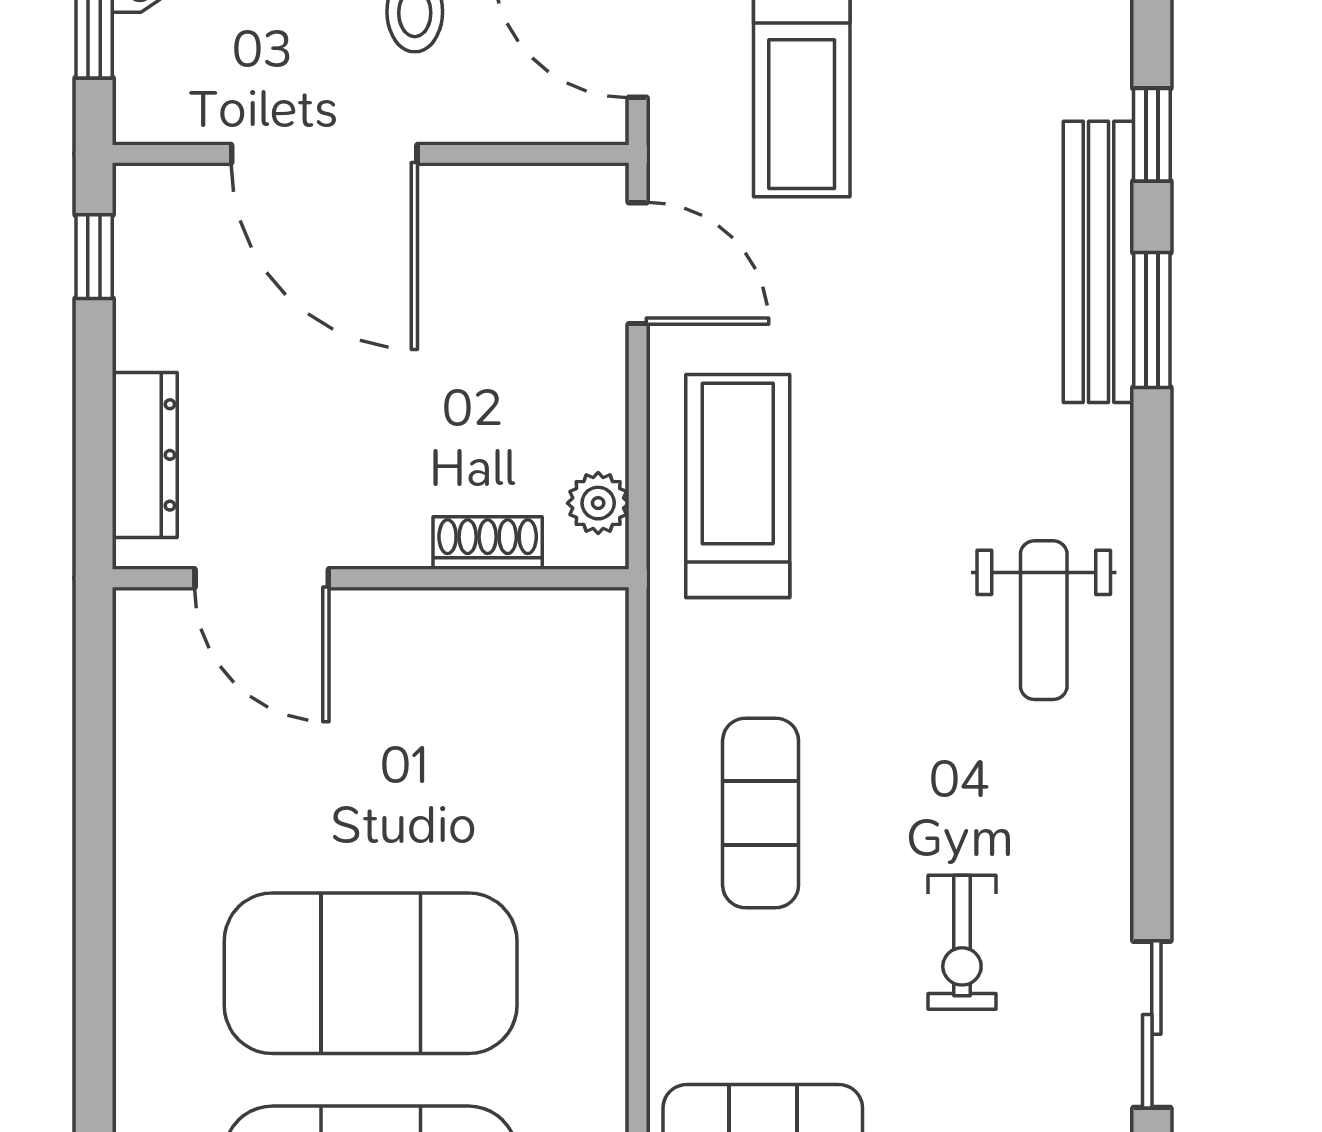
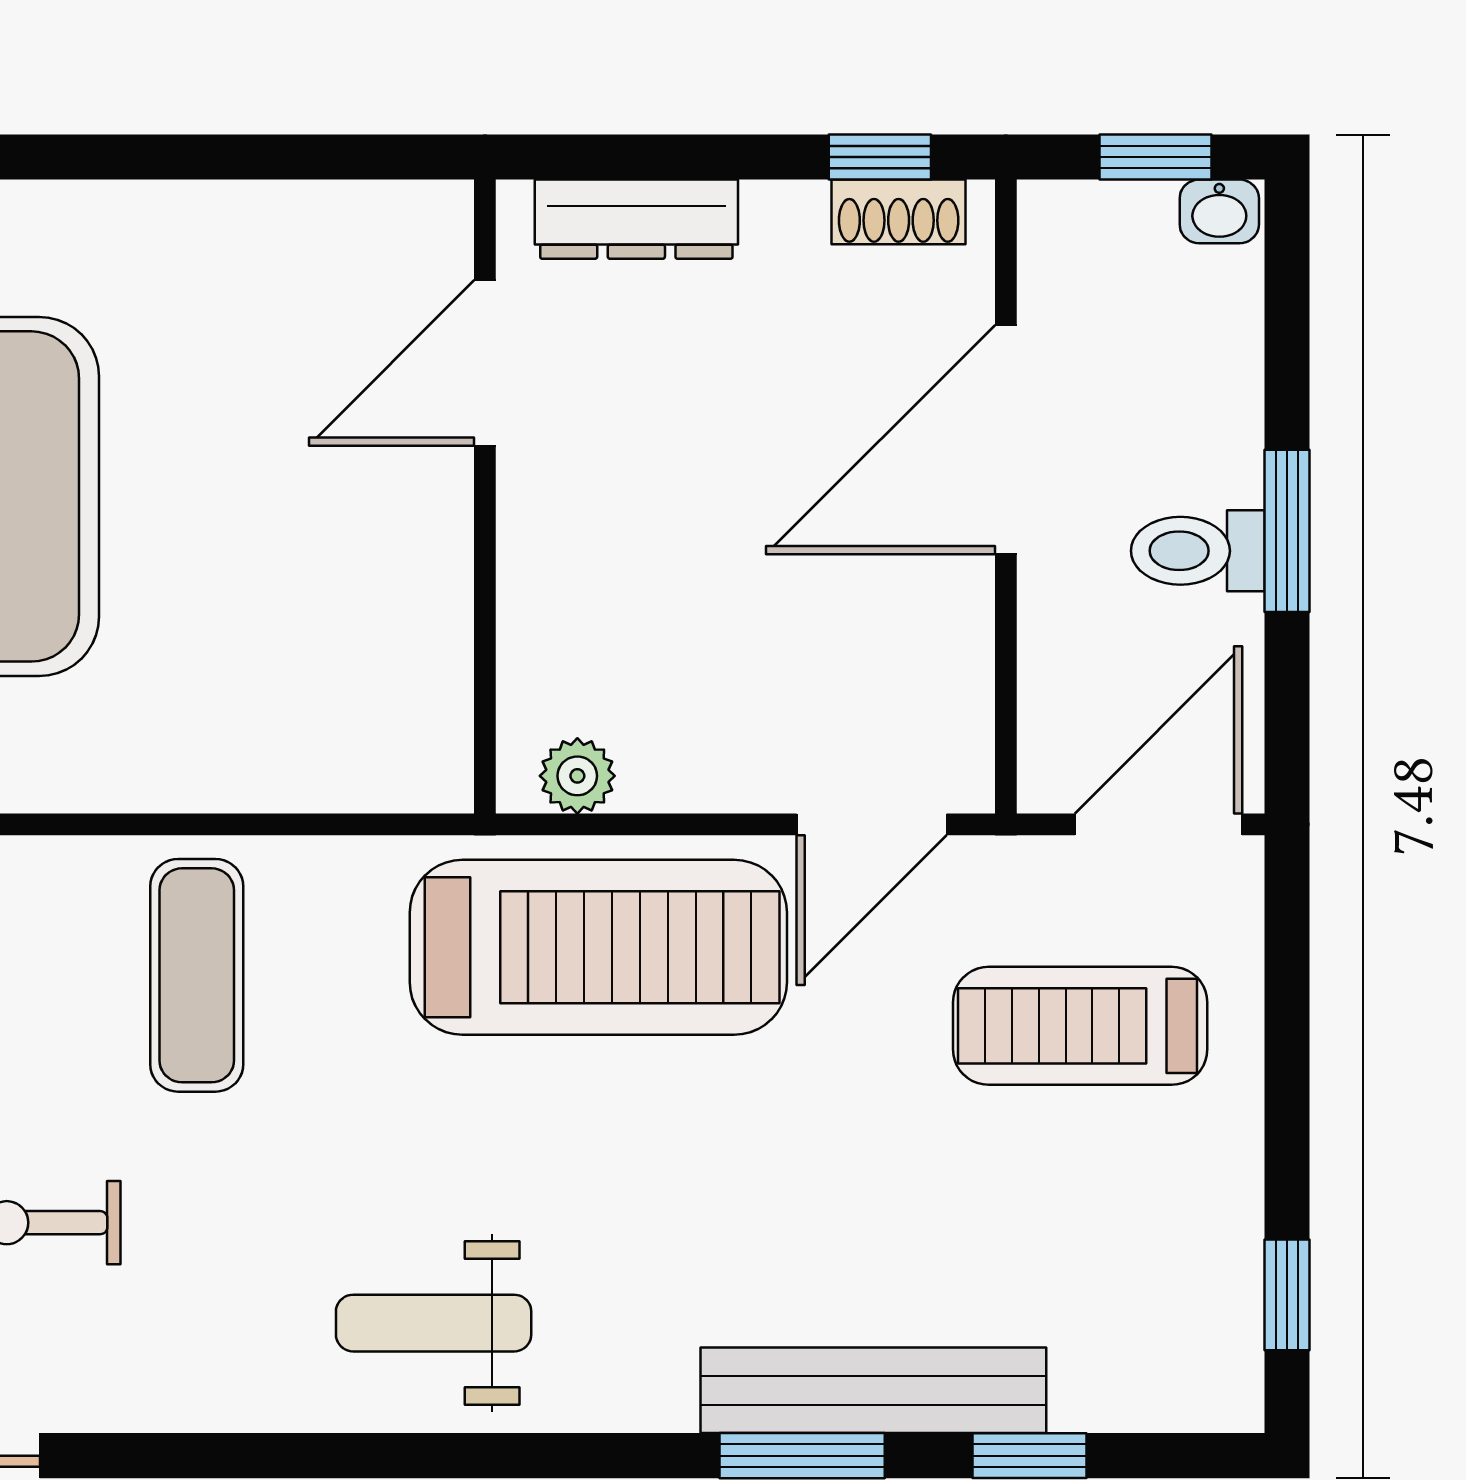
treadmill: (738, 486) -> (598, 947), width x1.37, depth x1.38
shoe rack: (488, 543) -> (899, 212), moved, turned 90
exercise mat: (761, 813) -> (197, 975), turned 90

